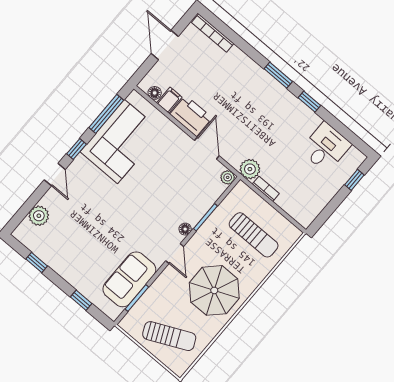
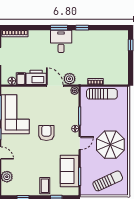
desk: (326, 147) -> (61, 41), moved
plant: (250, 169) -> (70, 79), moved
armchair: (142, 202) -> (46, 133), added
sun lounger: (254, 235) -> (102, 94), moved
door: (175, 254) -> (80, 143), hinge flipped
coffee table: (80, 271) -> (45, 186), added

